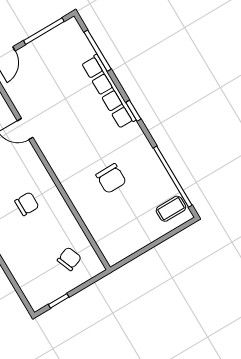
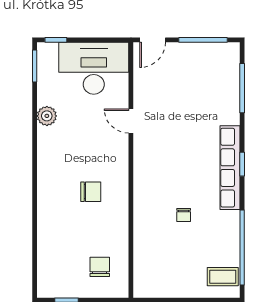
row of seats: (109, 91) -> (230, 168), moved
chair: (111, 179) -> (184, 215), width x0.54, depth x0.54
chair: (69, 259) -> (100, 267), turned -69

